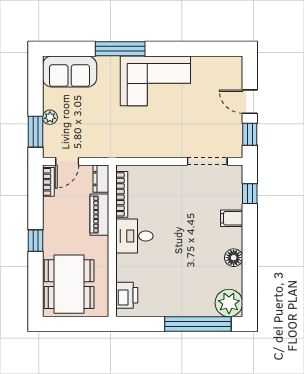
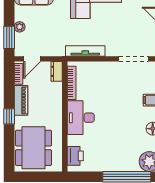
tv unit: (140, 150) -> (85, 51), added
piano: (99, 215) -> (21, 100), moved, turned 180
desk: (134, 236) -> (81, 118), width x1.37

